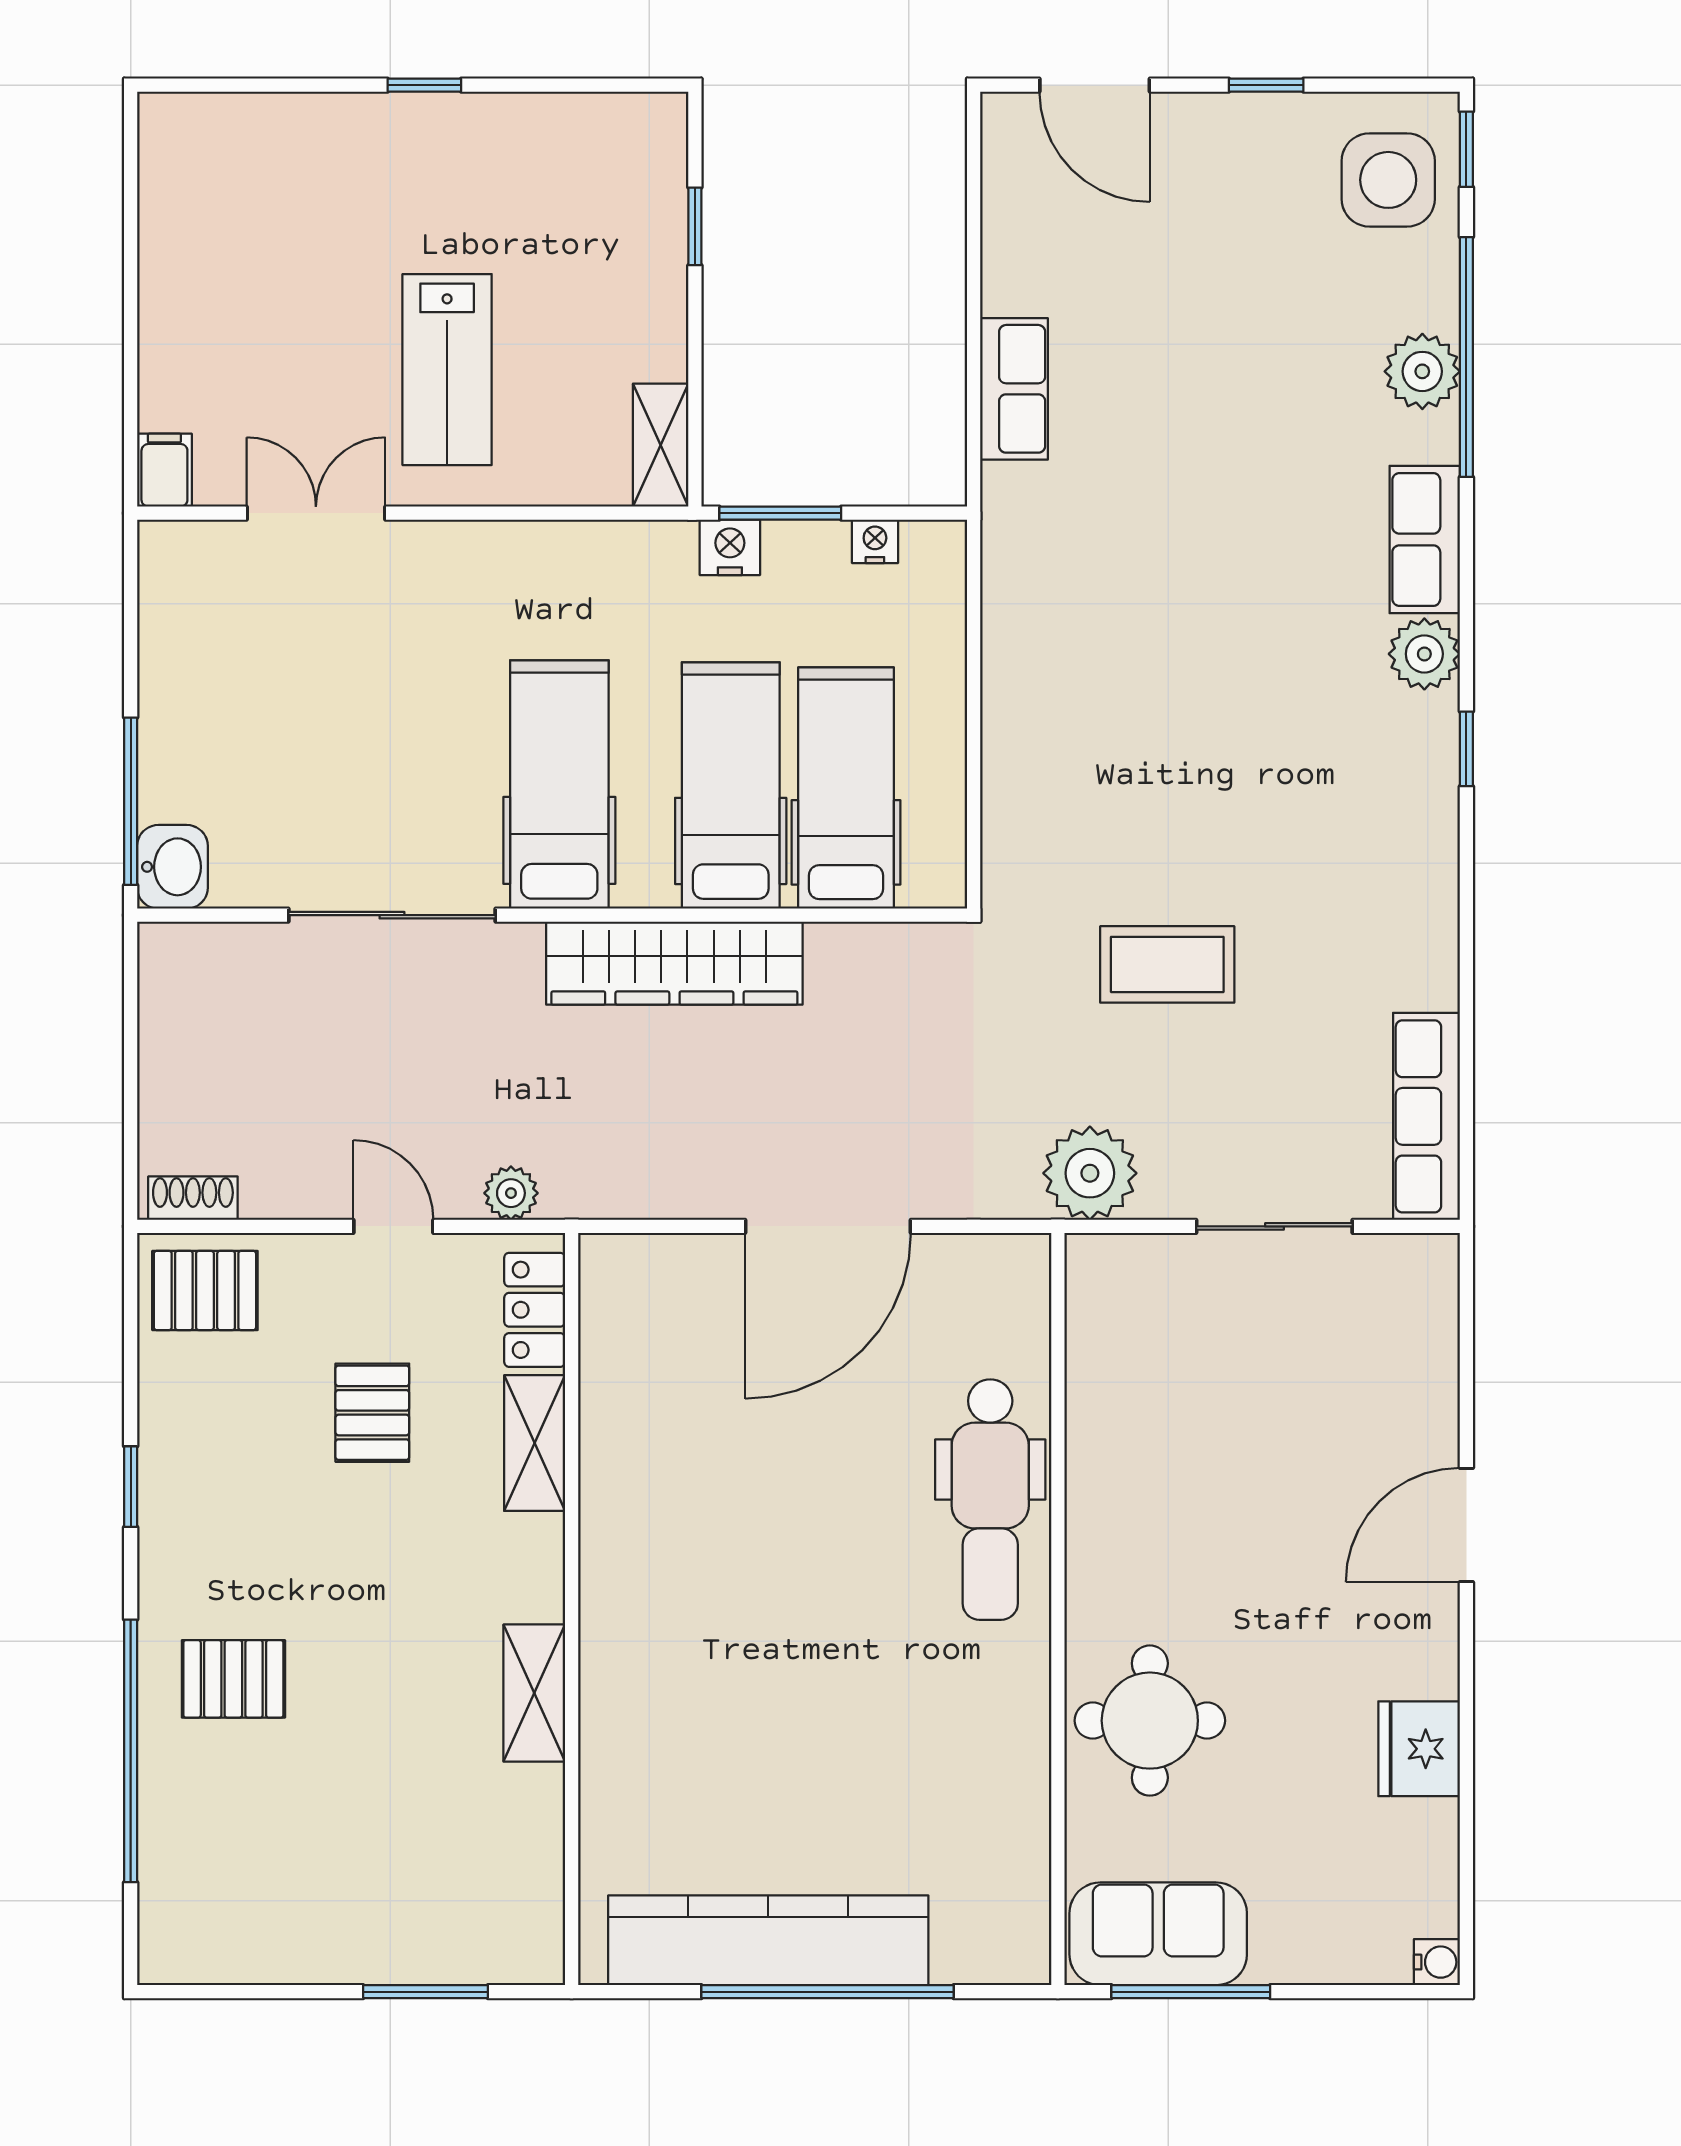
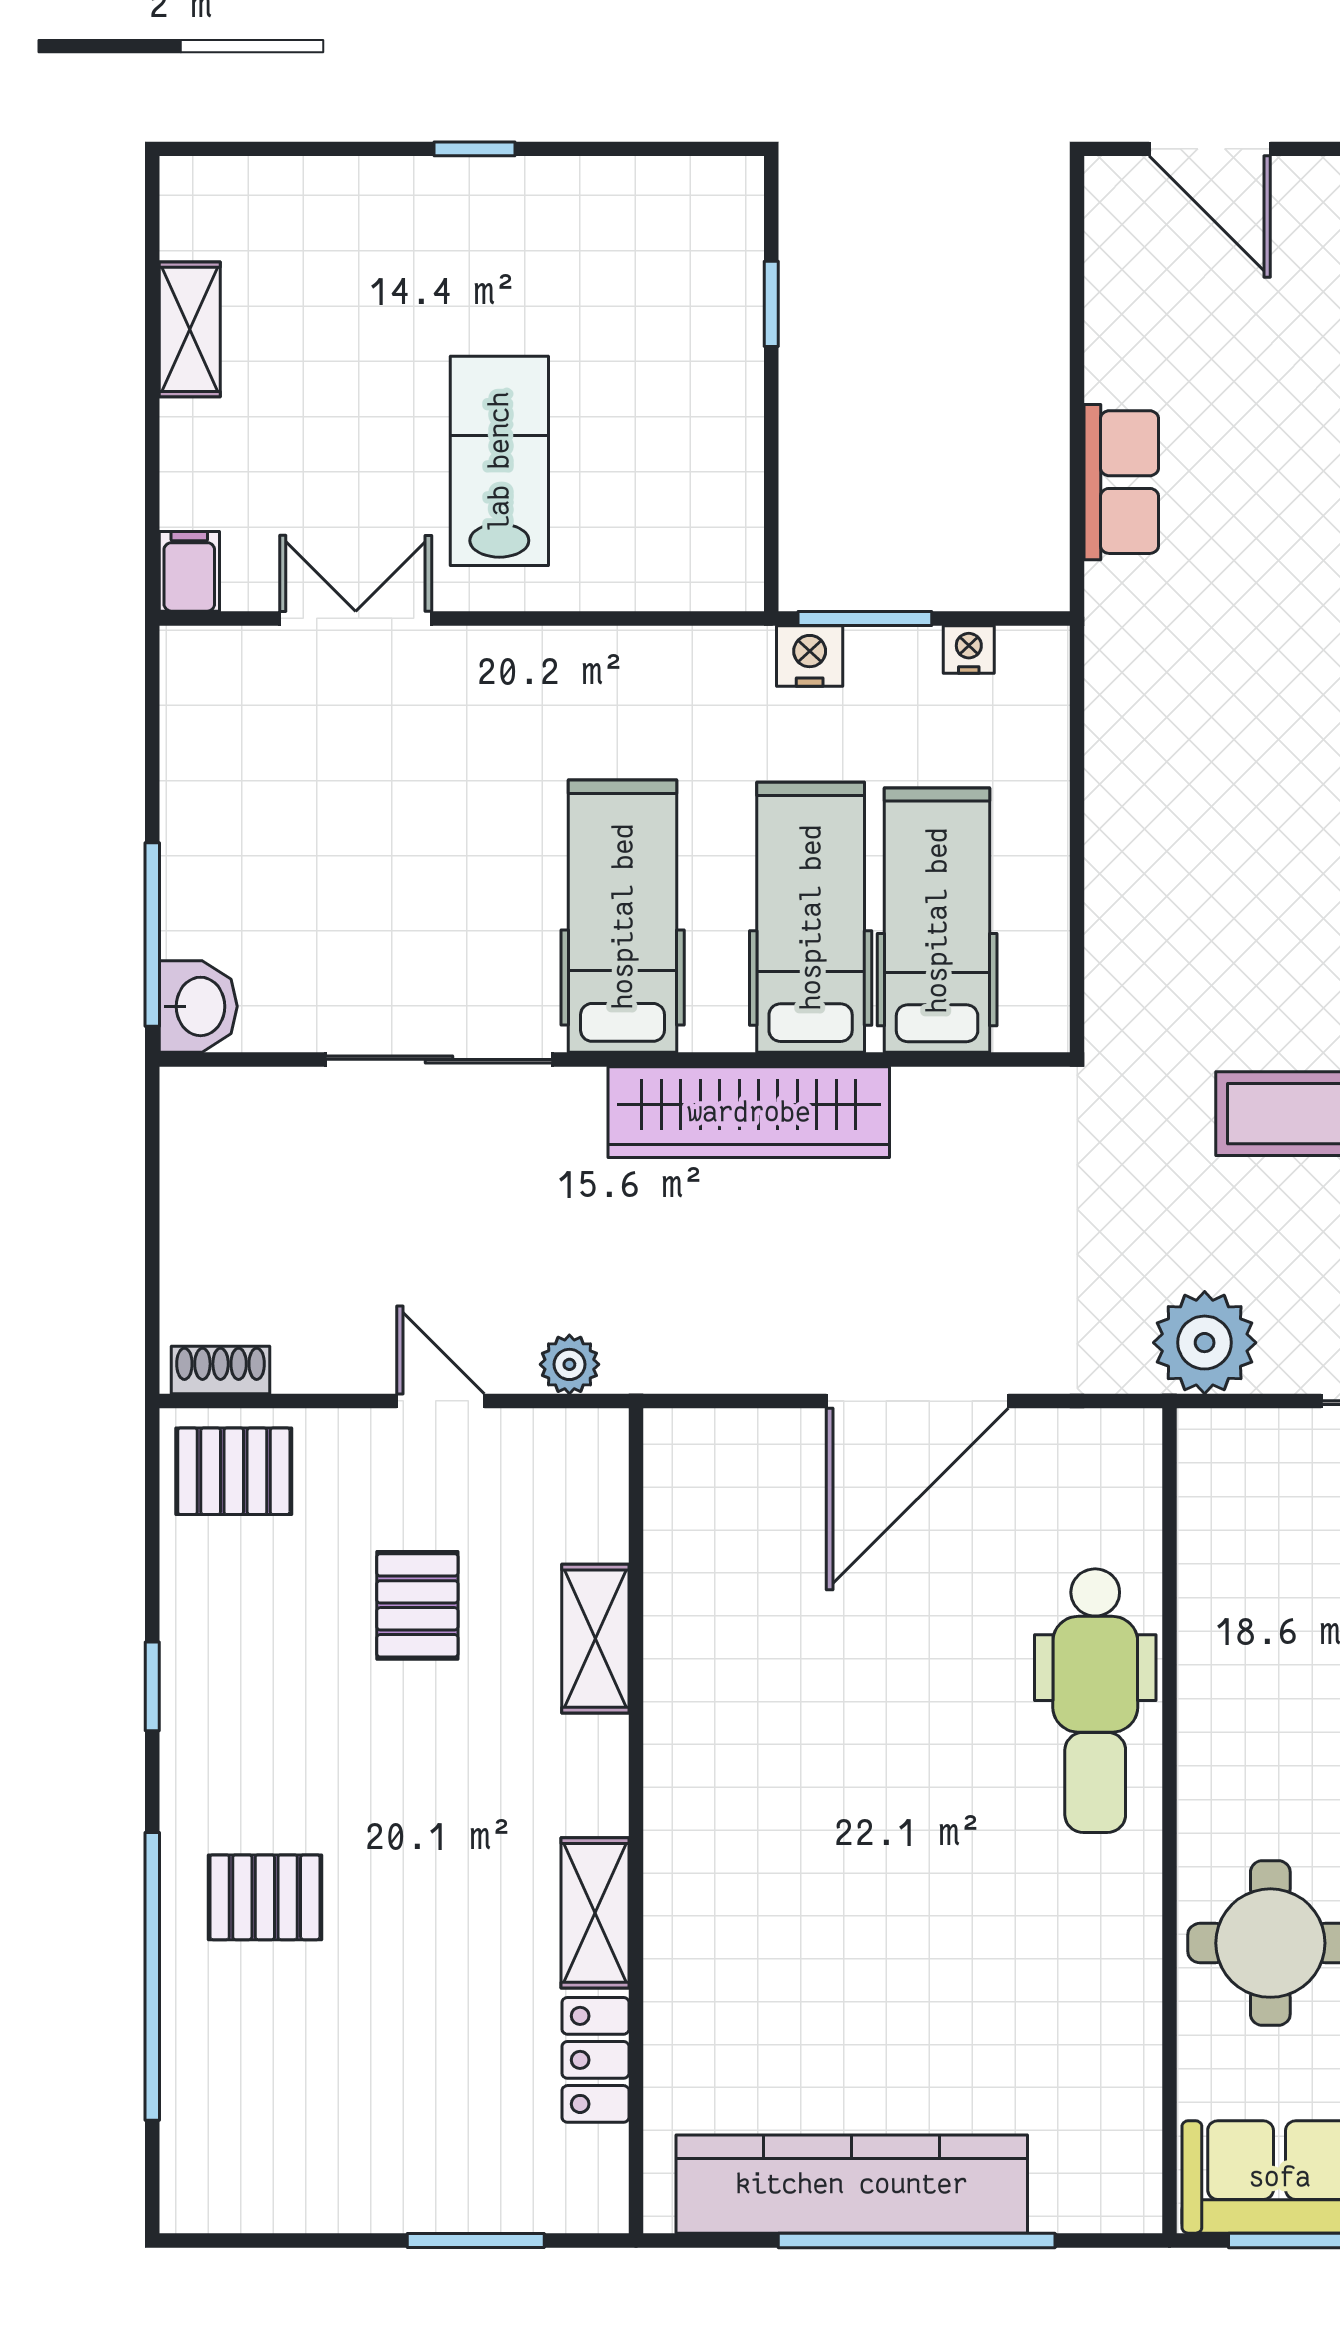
lab bench: (447, 370) -> (499, 461), turned 180
shelving: (661, 445) -> (190, 329), moved
locker: (535, 1310) -> (595, 2060), moved

